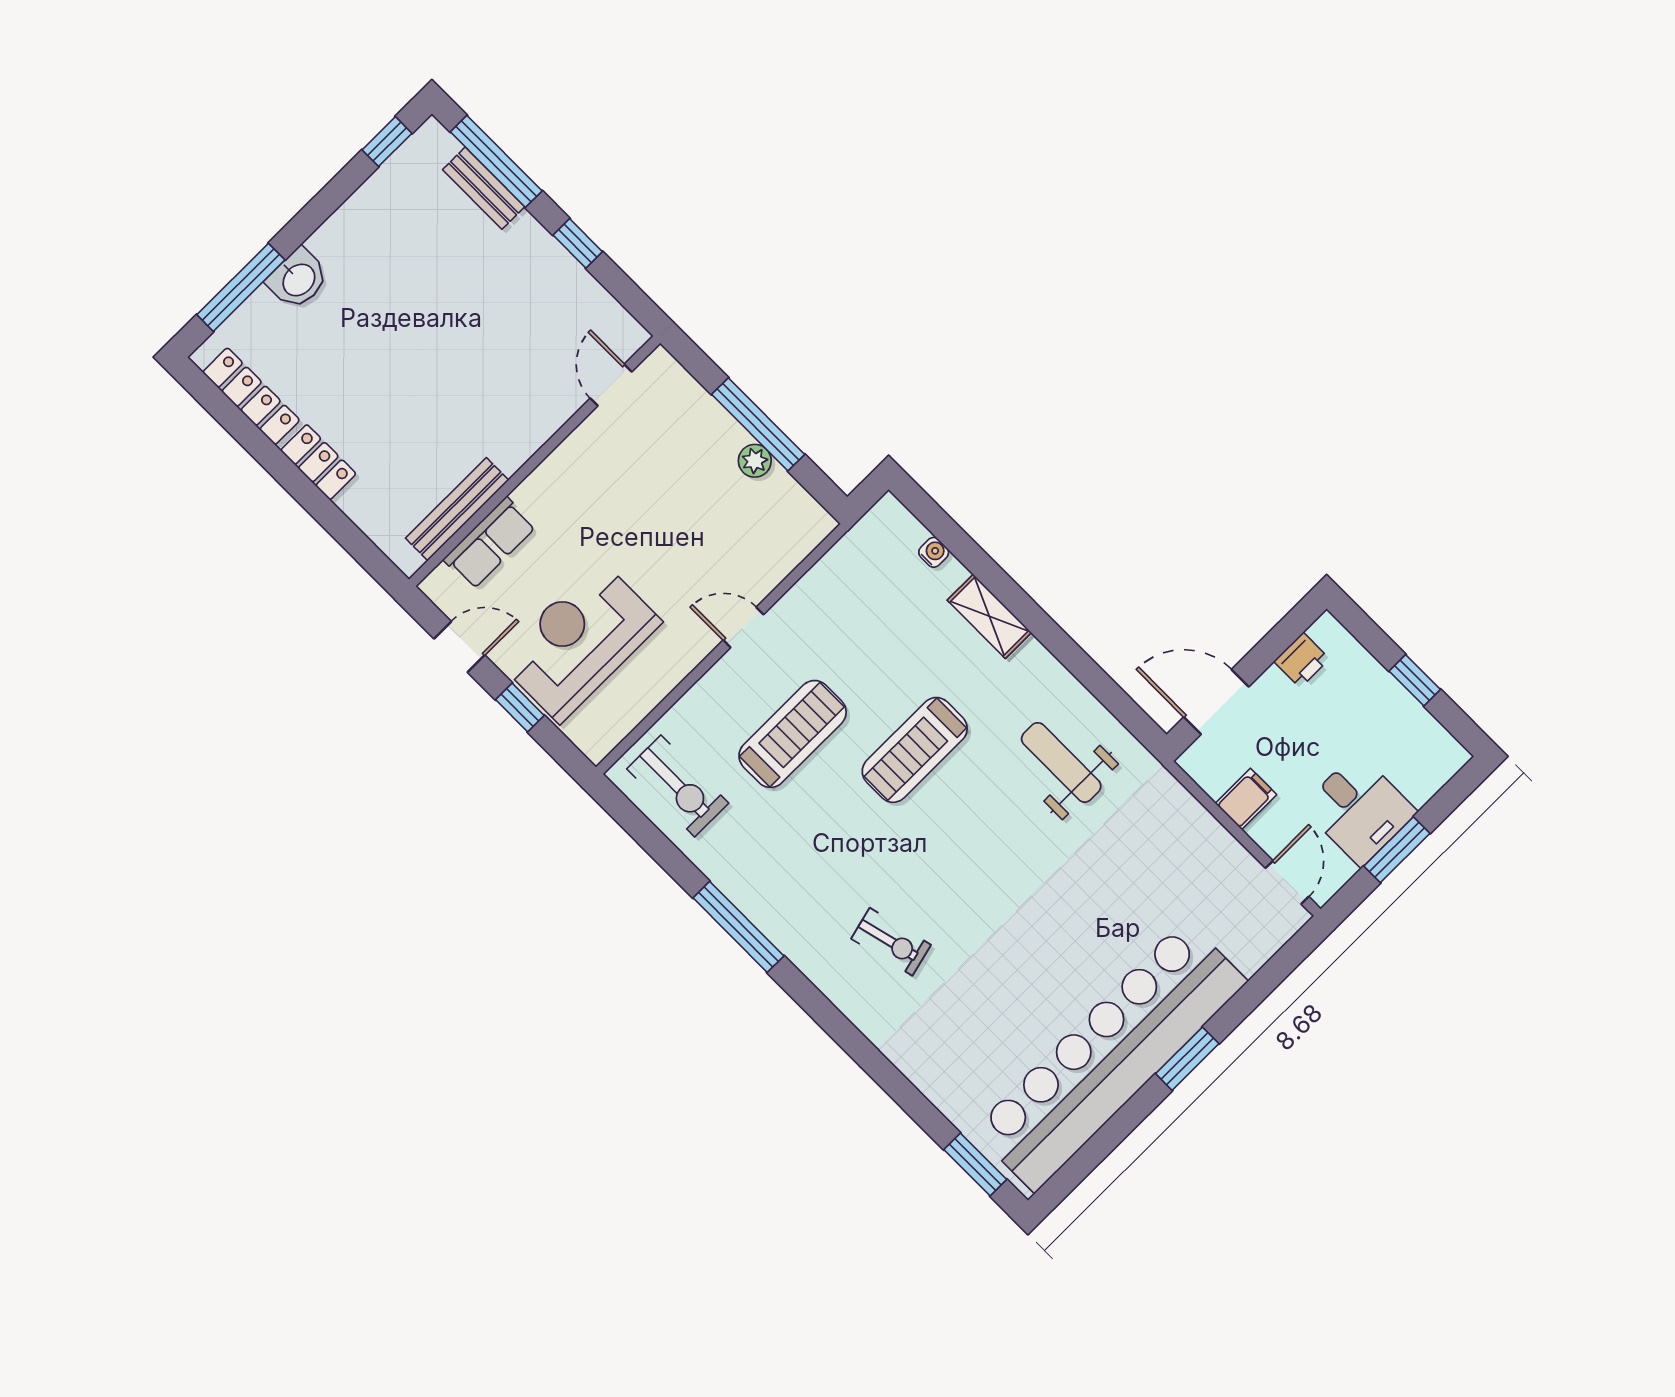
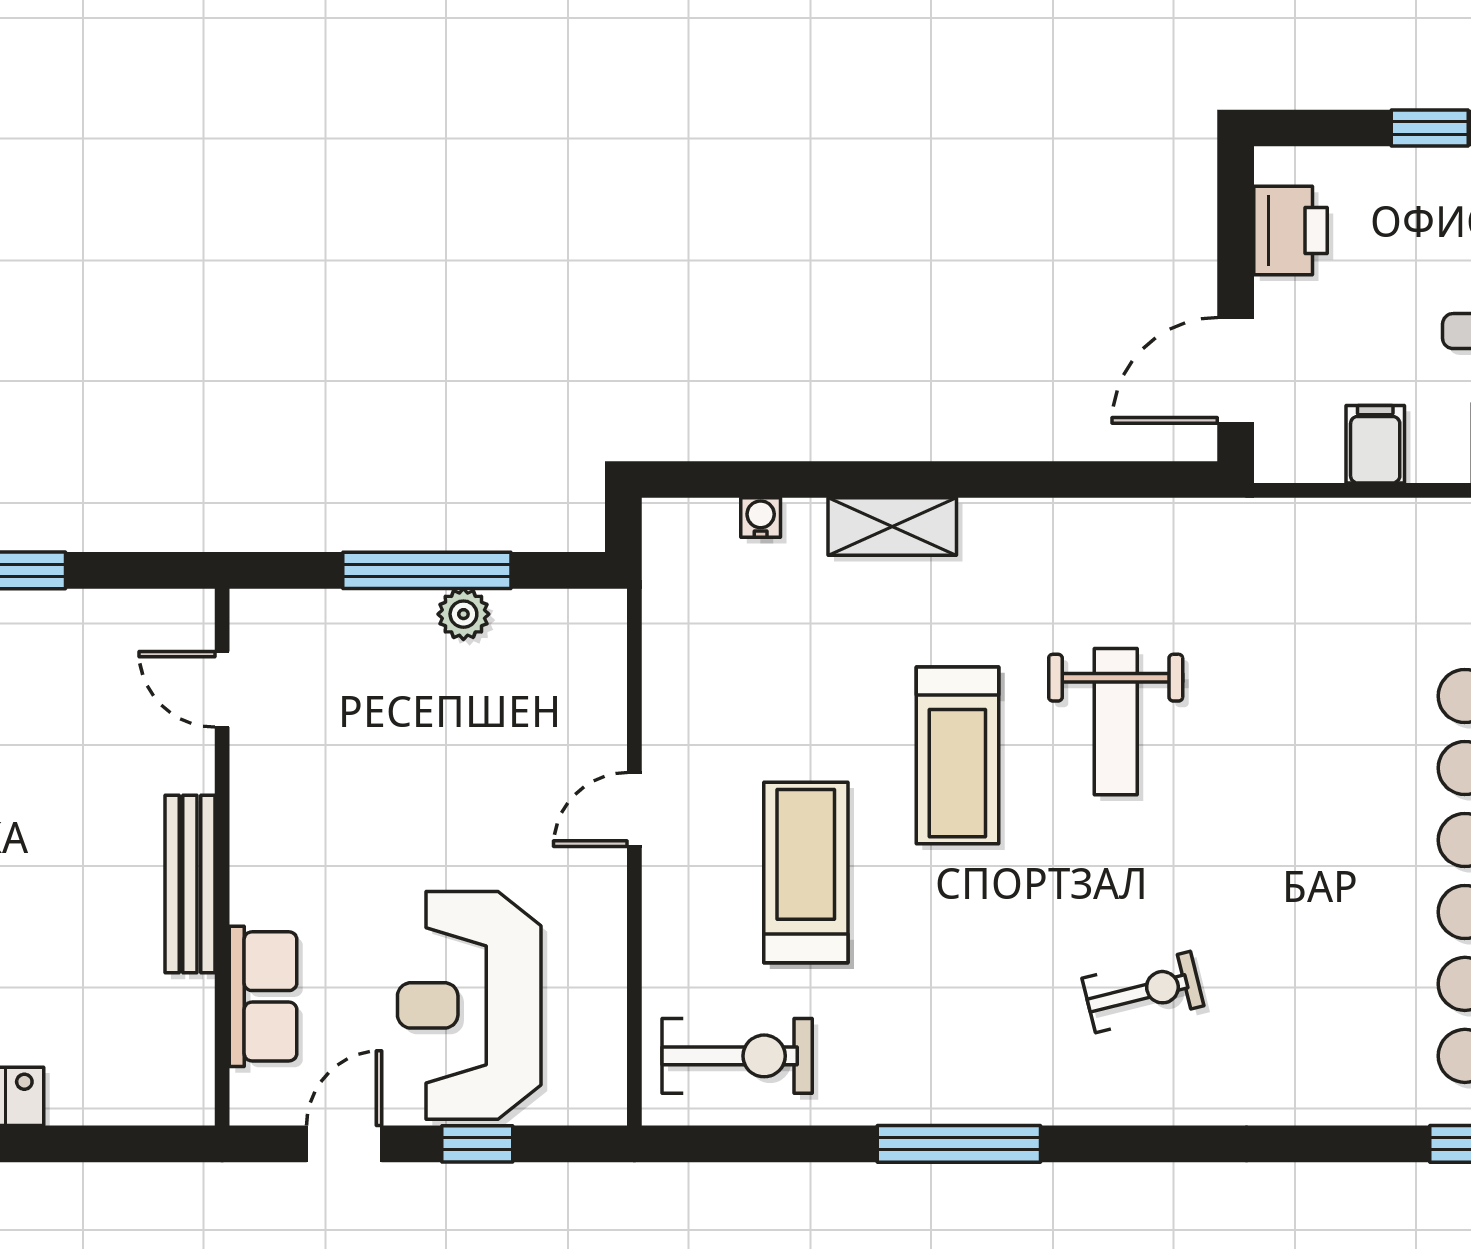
bench: (457, 509) -> (190, 884), moved
printer: (1302, 660) -> (1290, 231), width x1.36, depth x1.24
weight bench: (1061, 762) -> (1116, 722), moved, turned -90

